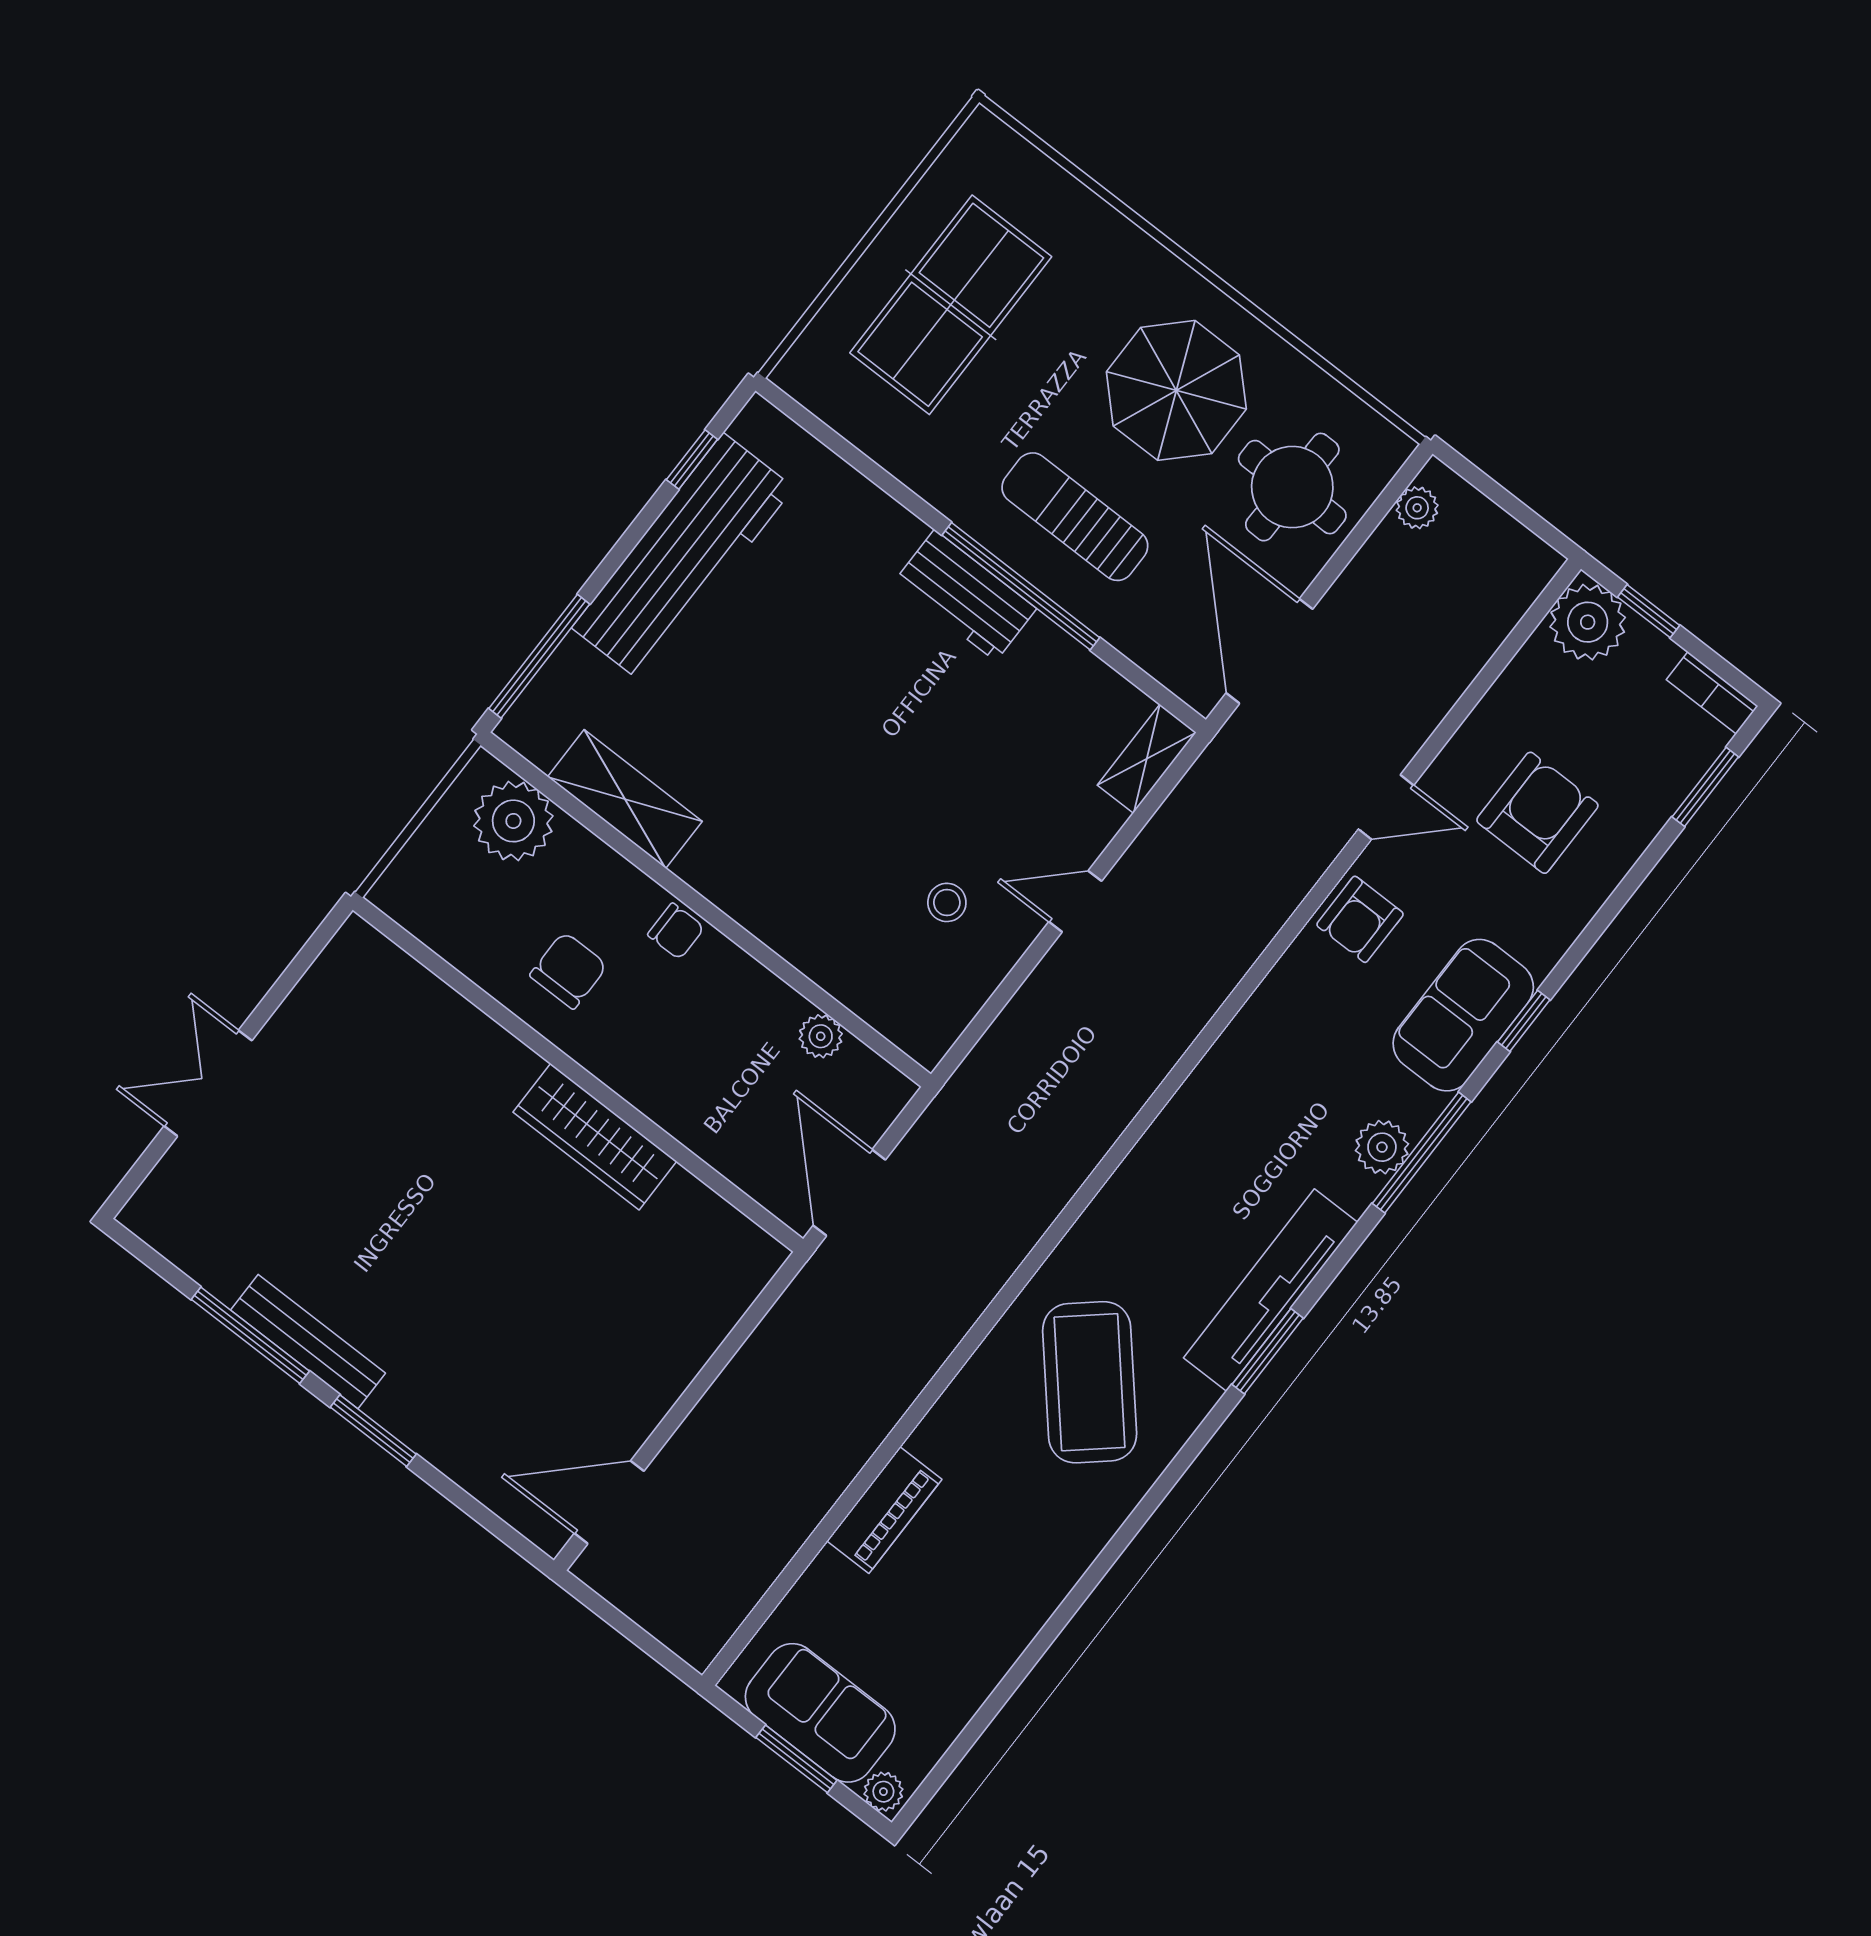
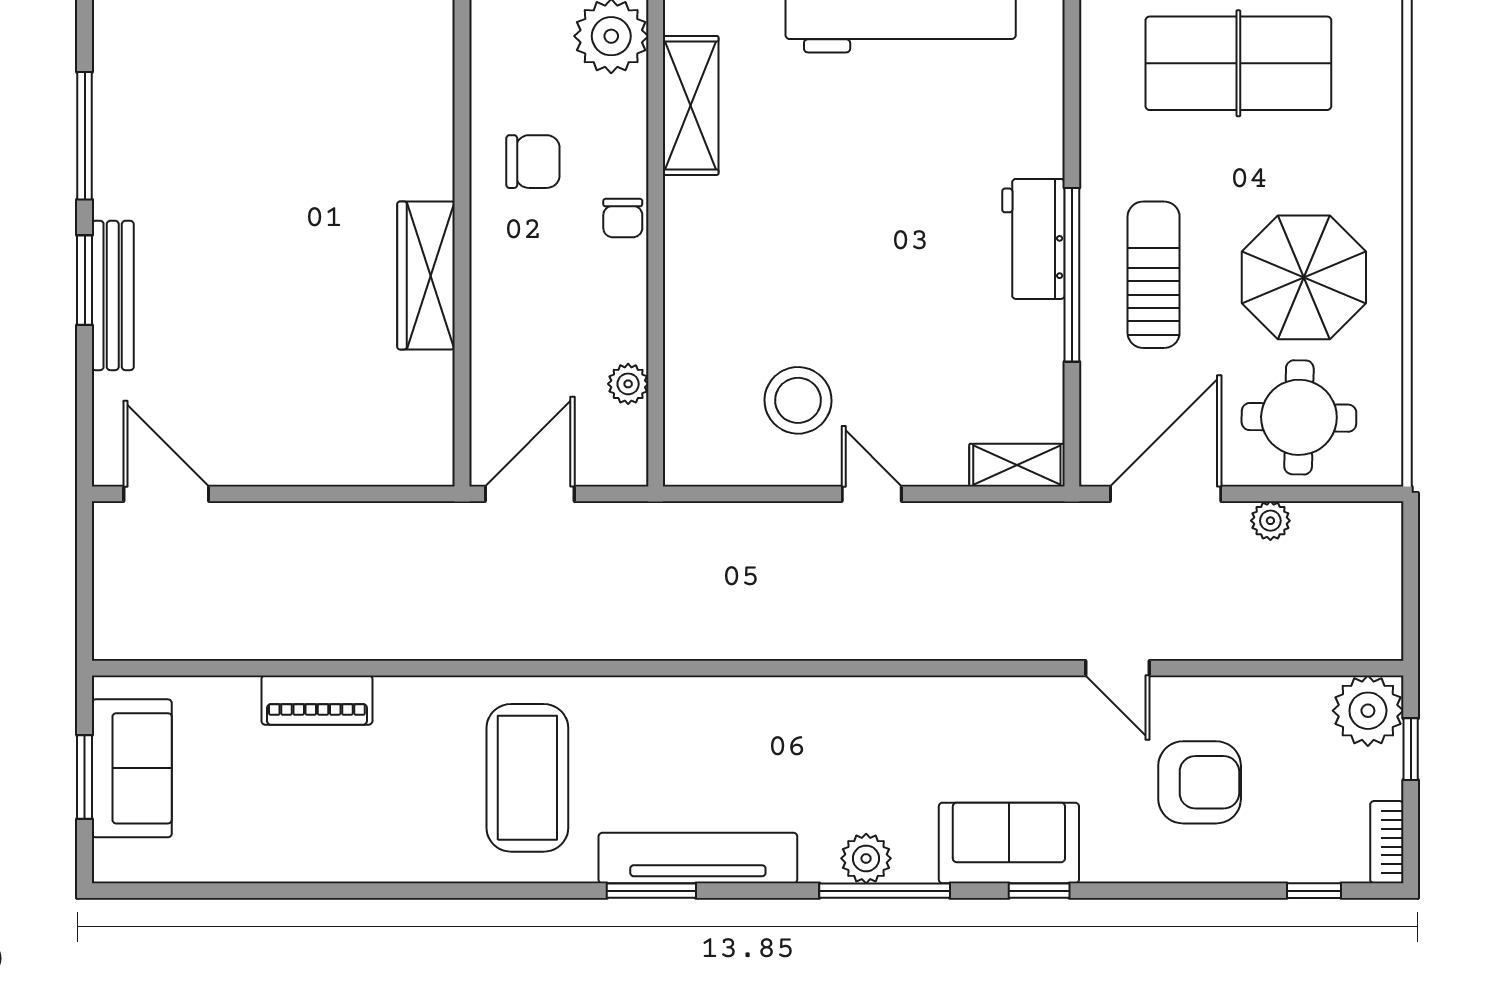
plant: (1417, 508) -> (1270, 521), moved
window: (1705, 787) -> (1314, 891), width x0.67
stool: (947, 902) -> (798, 400), width x1.89, depth x1.89
armchair: (1360, 919) -> (1021, 713), removed
bench: (308, 1342) -> (113, 295), moved
coffee table: (1090, 1382) -> (527, 778), turned -49
plant: (883, 1792) -> (110, 860), removed

